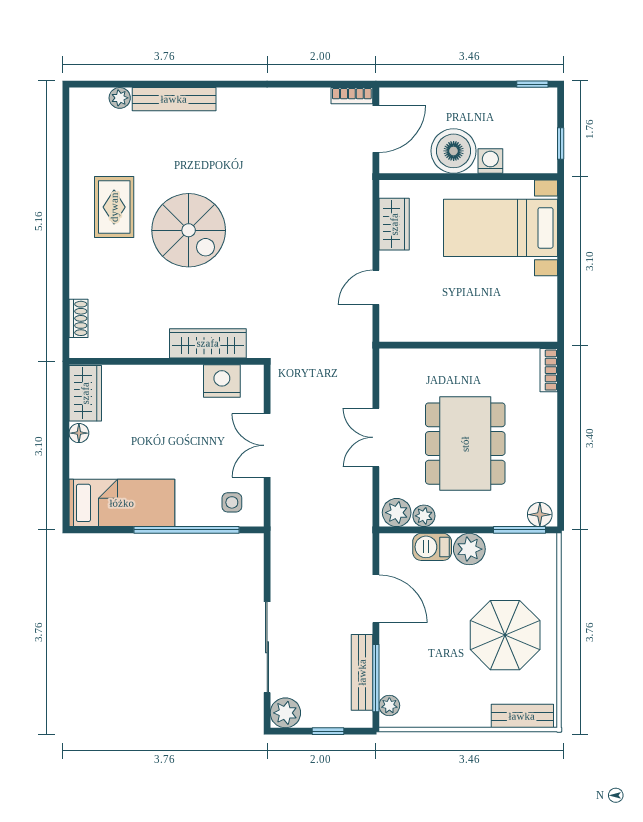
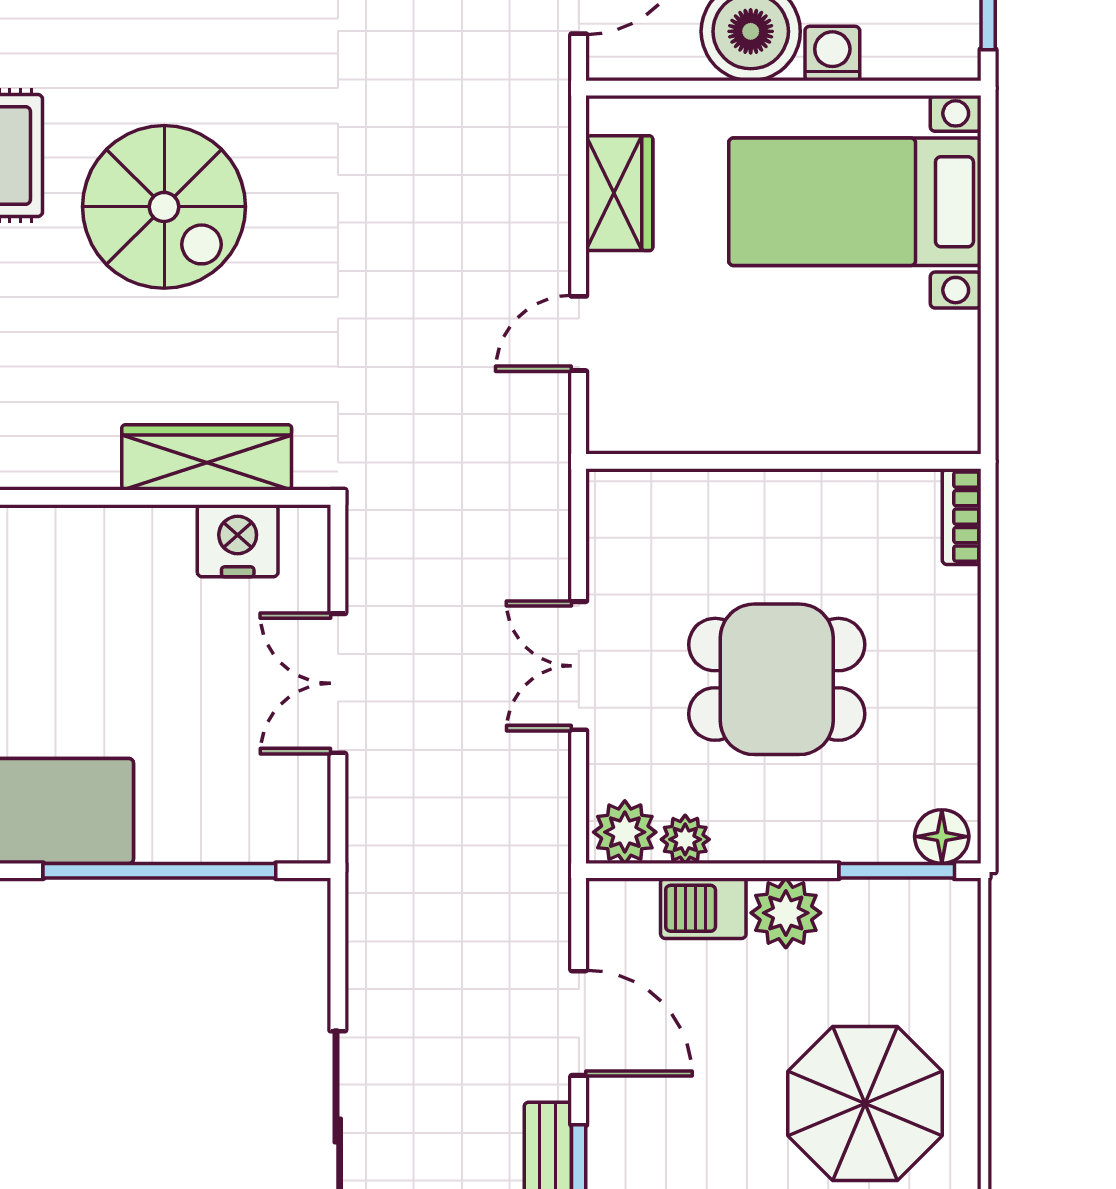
dining table: (465, 444) -> (777, 679), width x0.73
side table: (232, 502) -> (260, 810), removed

